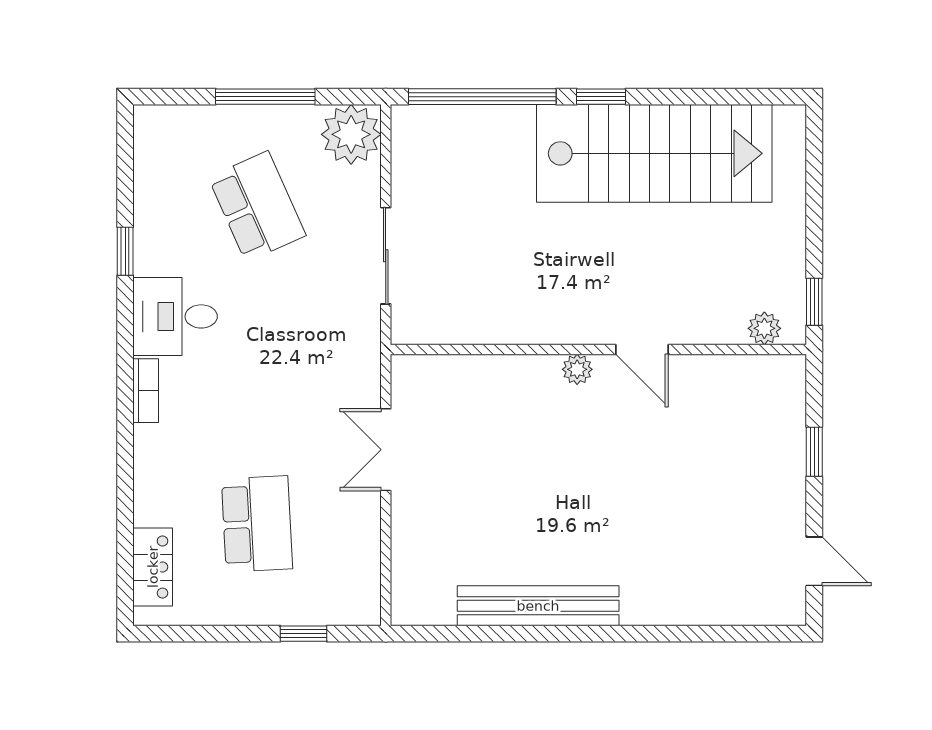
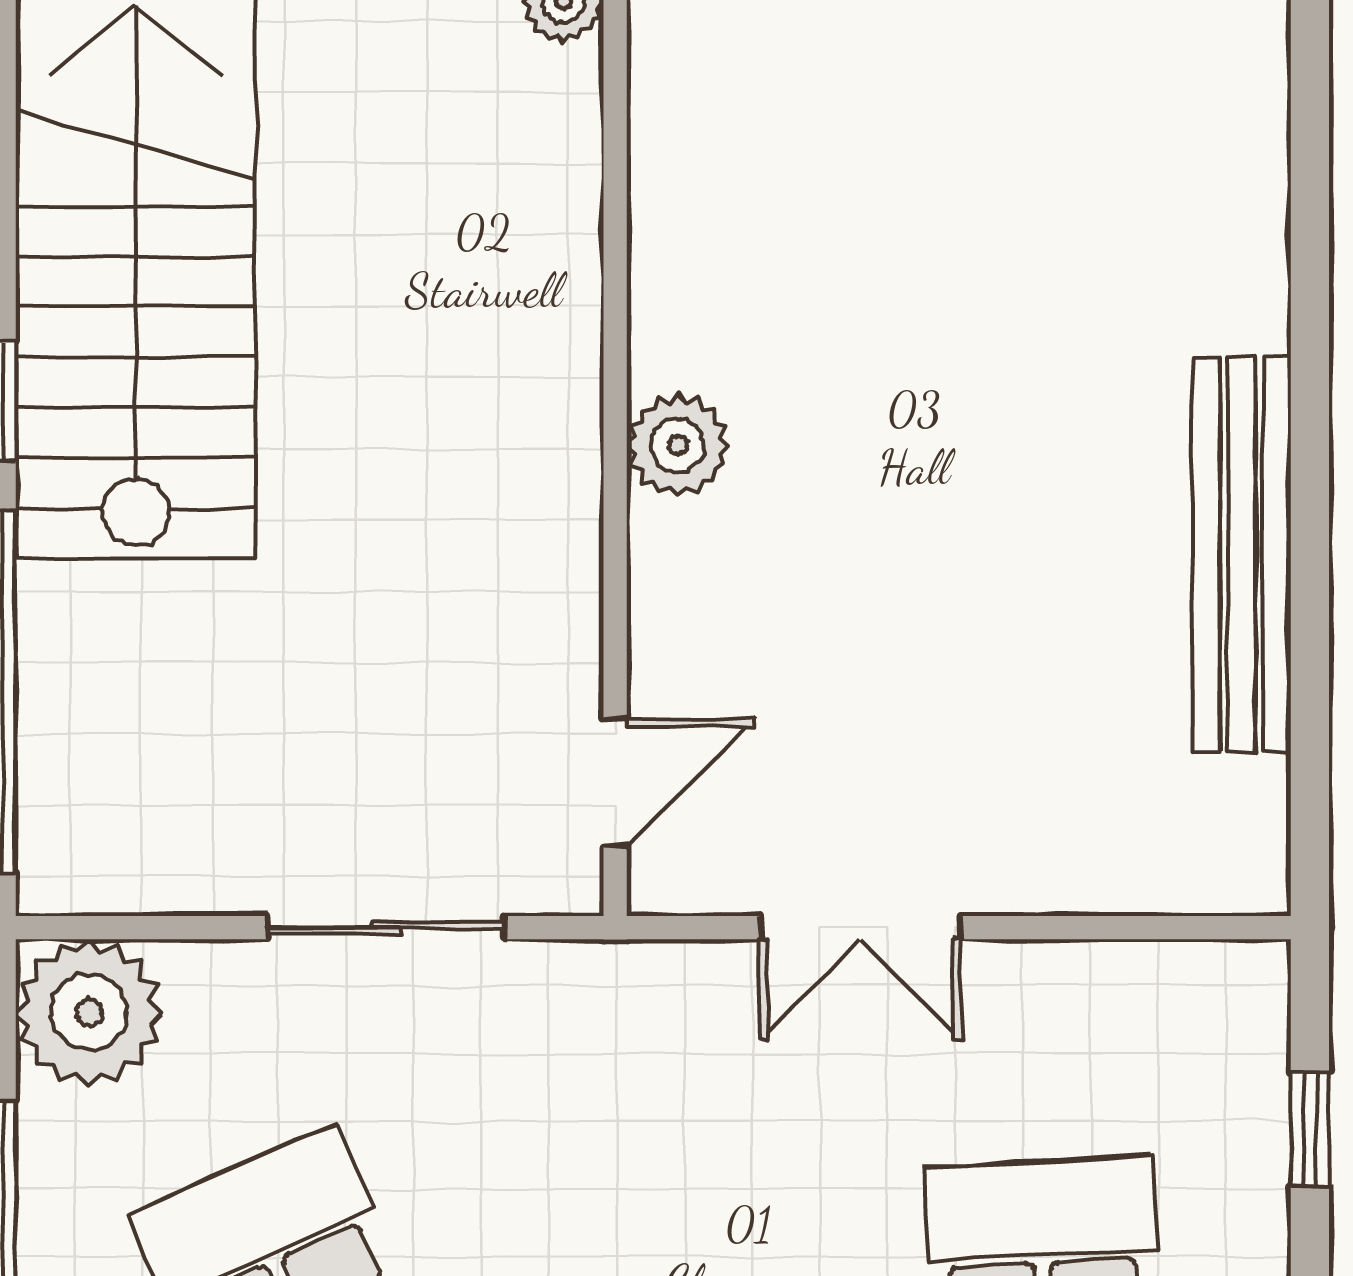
door: (642, 349) -> (615, 783), moved
plant: (577, 369) -> (678, 445), width x1.38, depth x1.38

